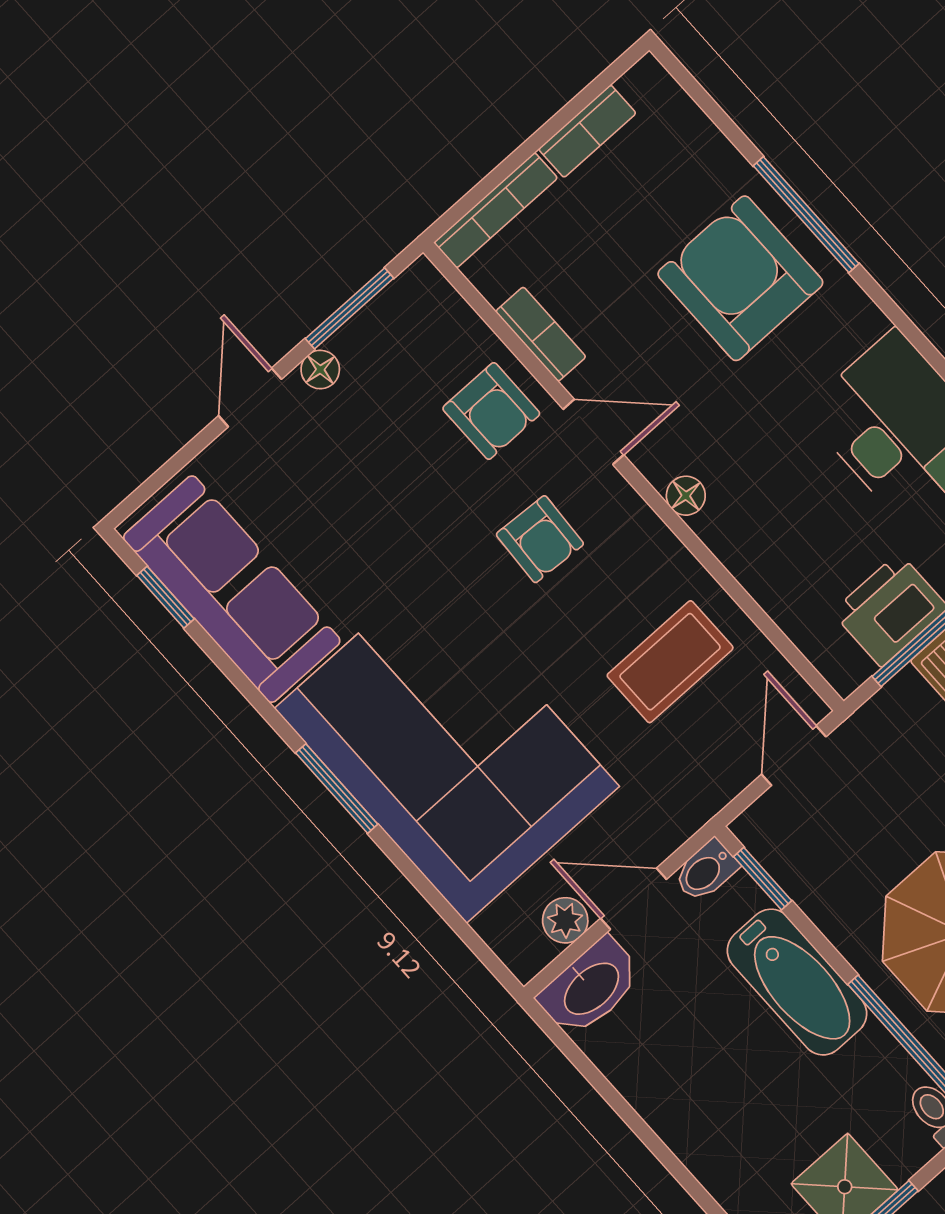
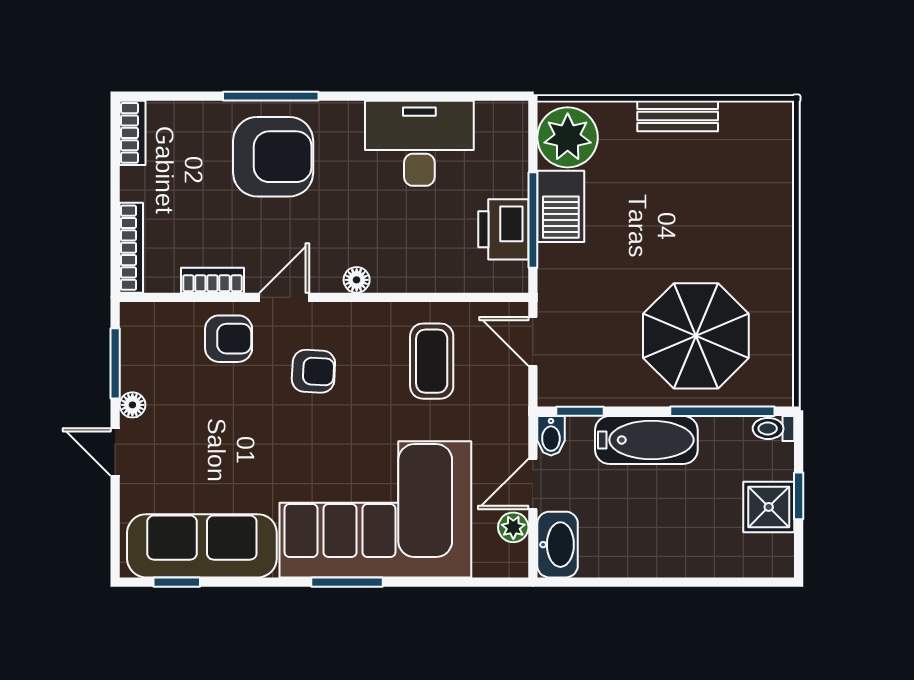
bookcase: (587, 131) -> (133, 133), moved
armchair: (740, 278) -> (273, 157), turned 180

